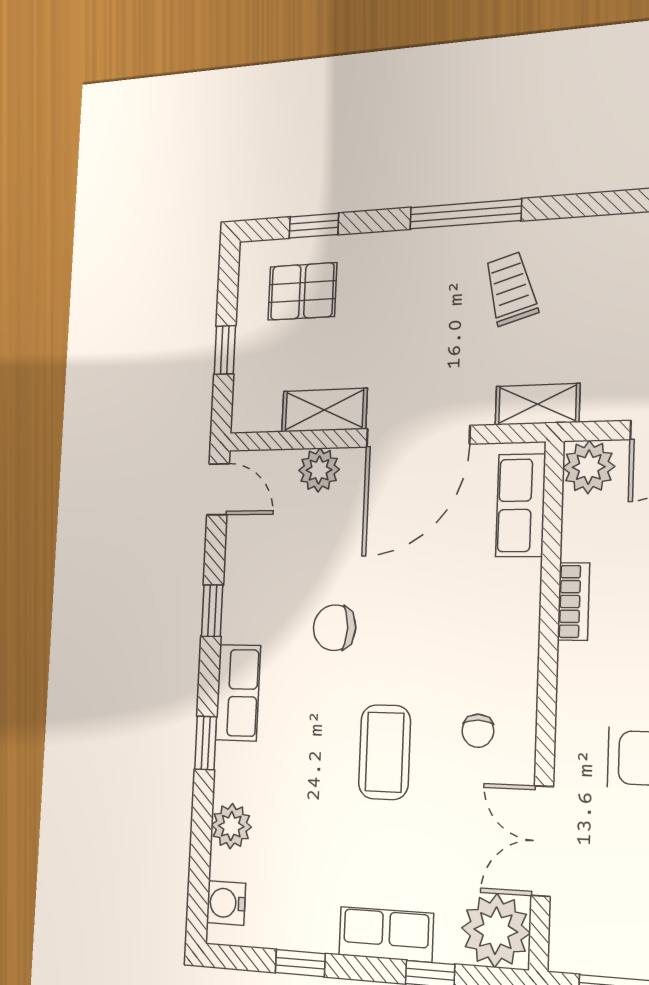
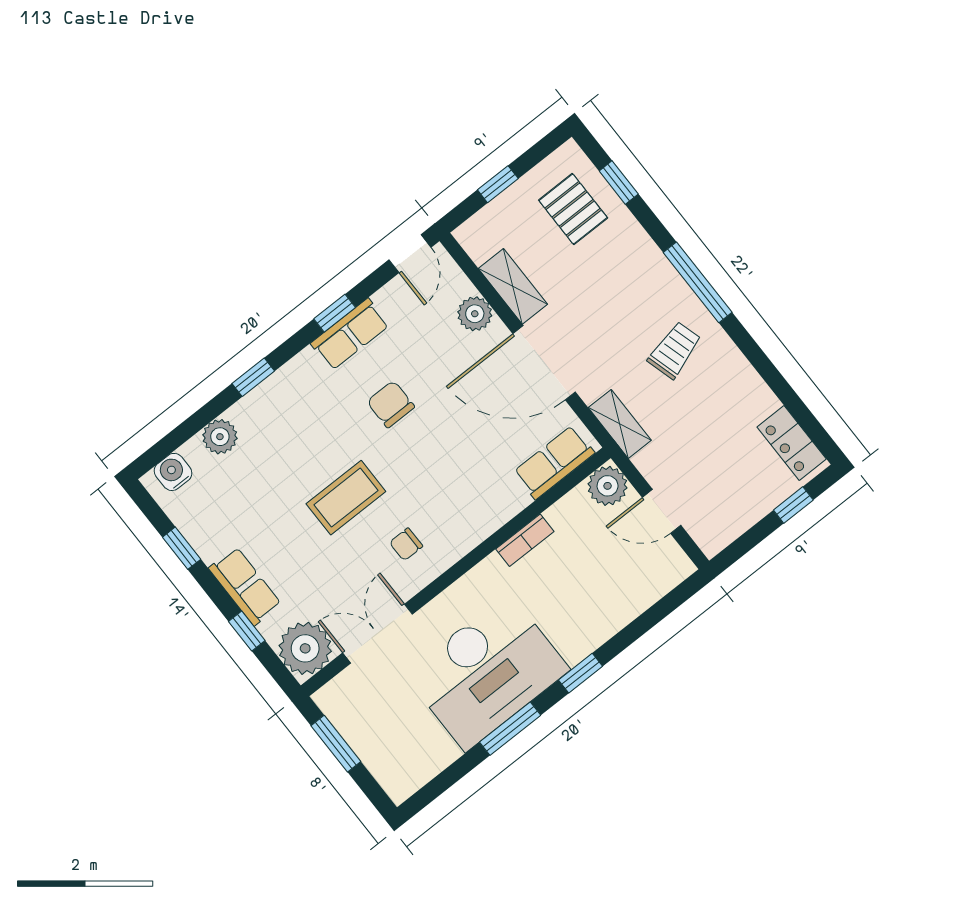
row of seats: (238, 693) -> (350, 334), moved

